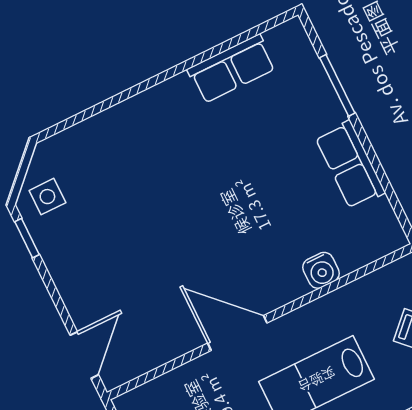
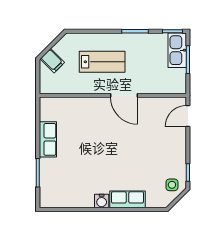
row of seats: (232, 69) -> (127, 199), moved
water cooler: (321, 270) -> (102, 201), moved, turned 180

